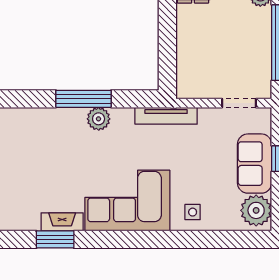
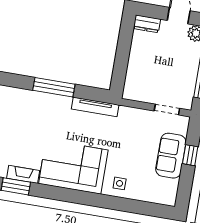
tv unit: (166, 116) -> (95, 107), moved
plant: (99, 119) -> (62, 104), removed
plant: (256, 210) -> (166, 190), removed

